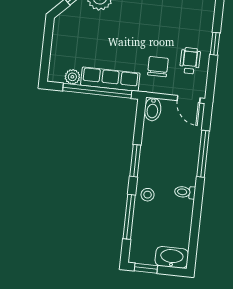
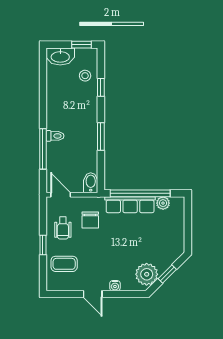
coffee table: (193, 20) -> (64, 264), added
toilet: (185, 192) -> (55, 136), moved
stool: (148, 195) -> (85, 76), moved
window: (129, 217) -> (101, 87), width x0.46

